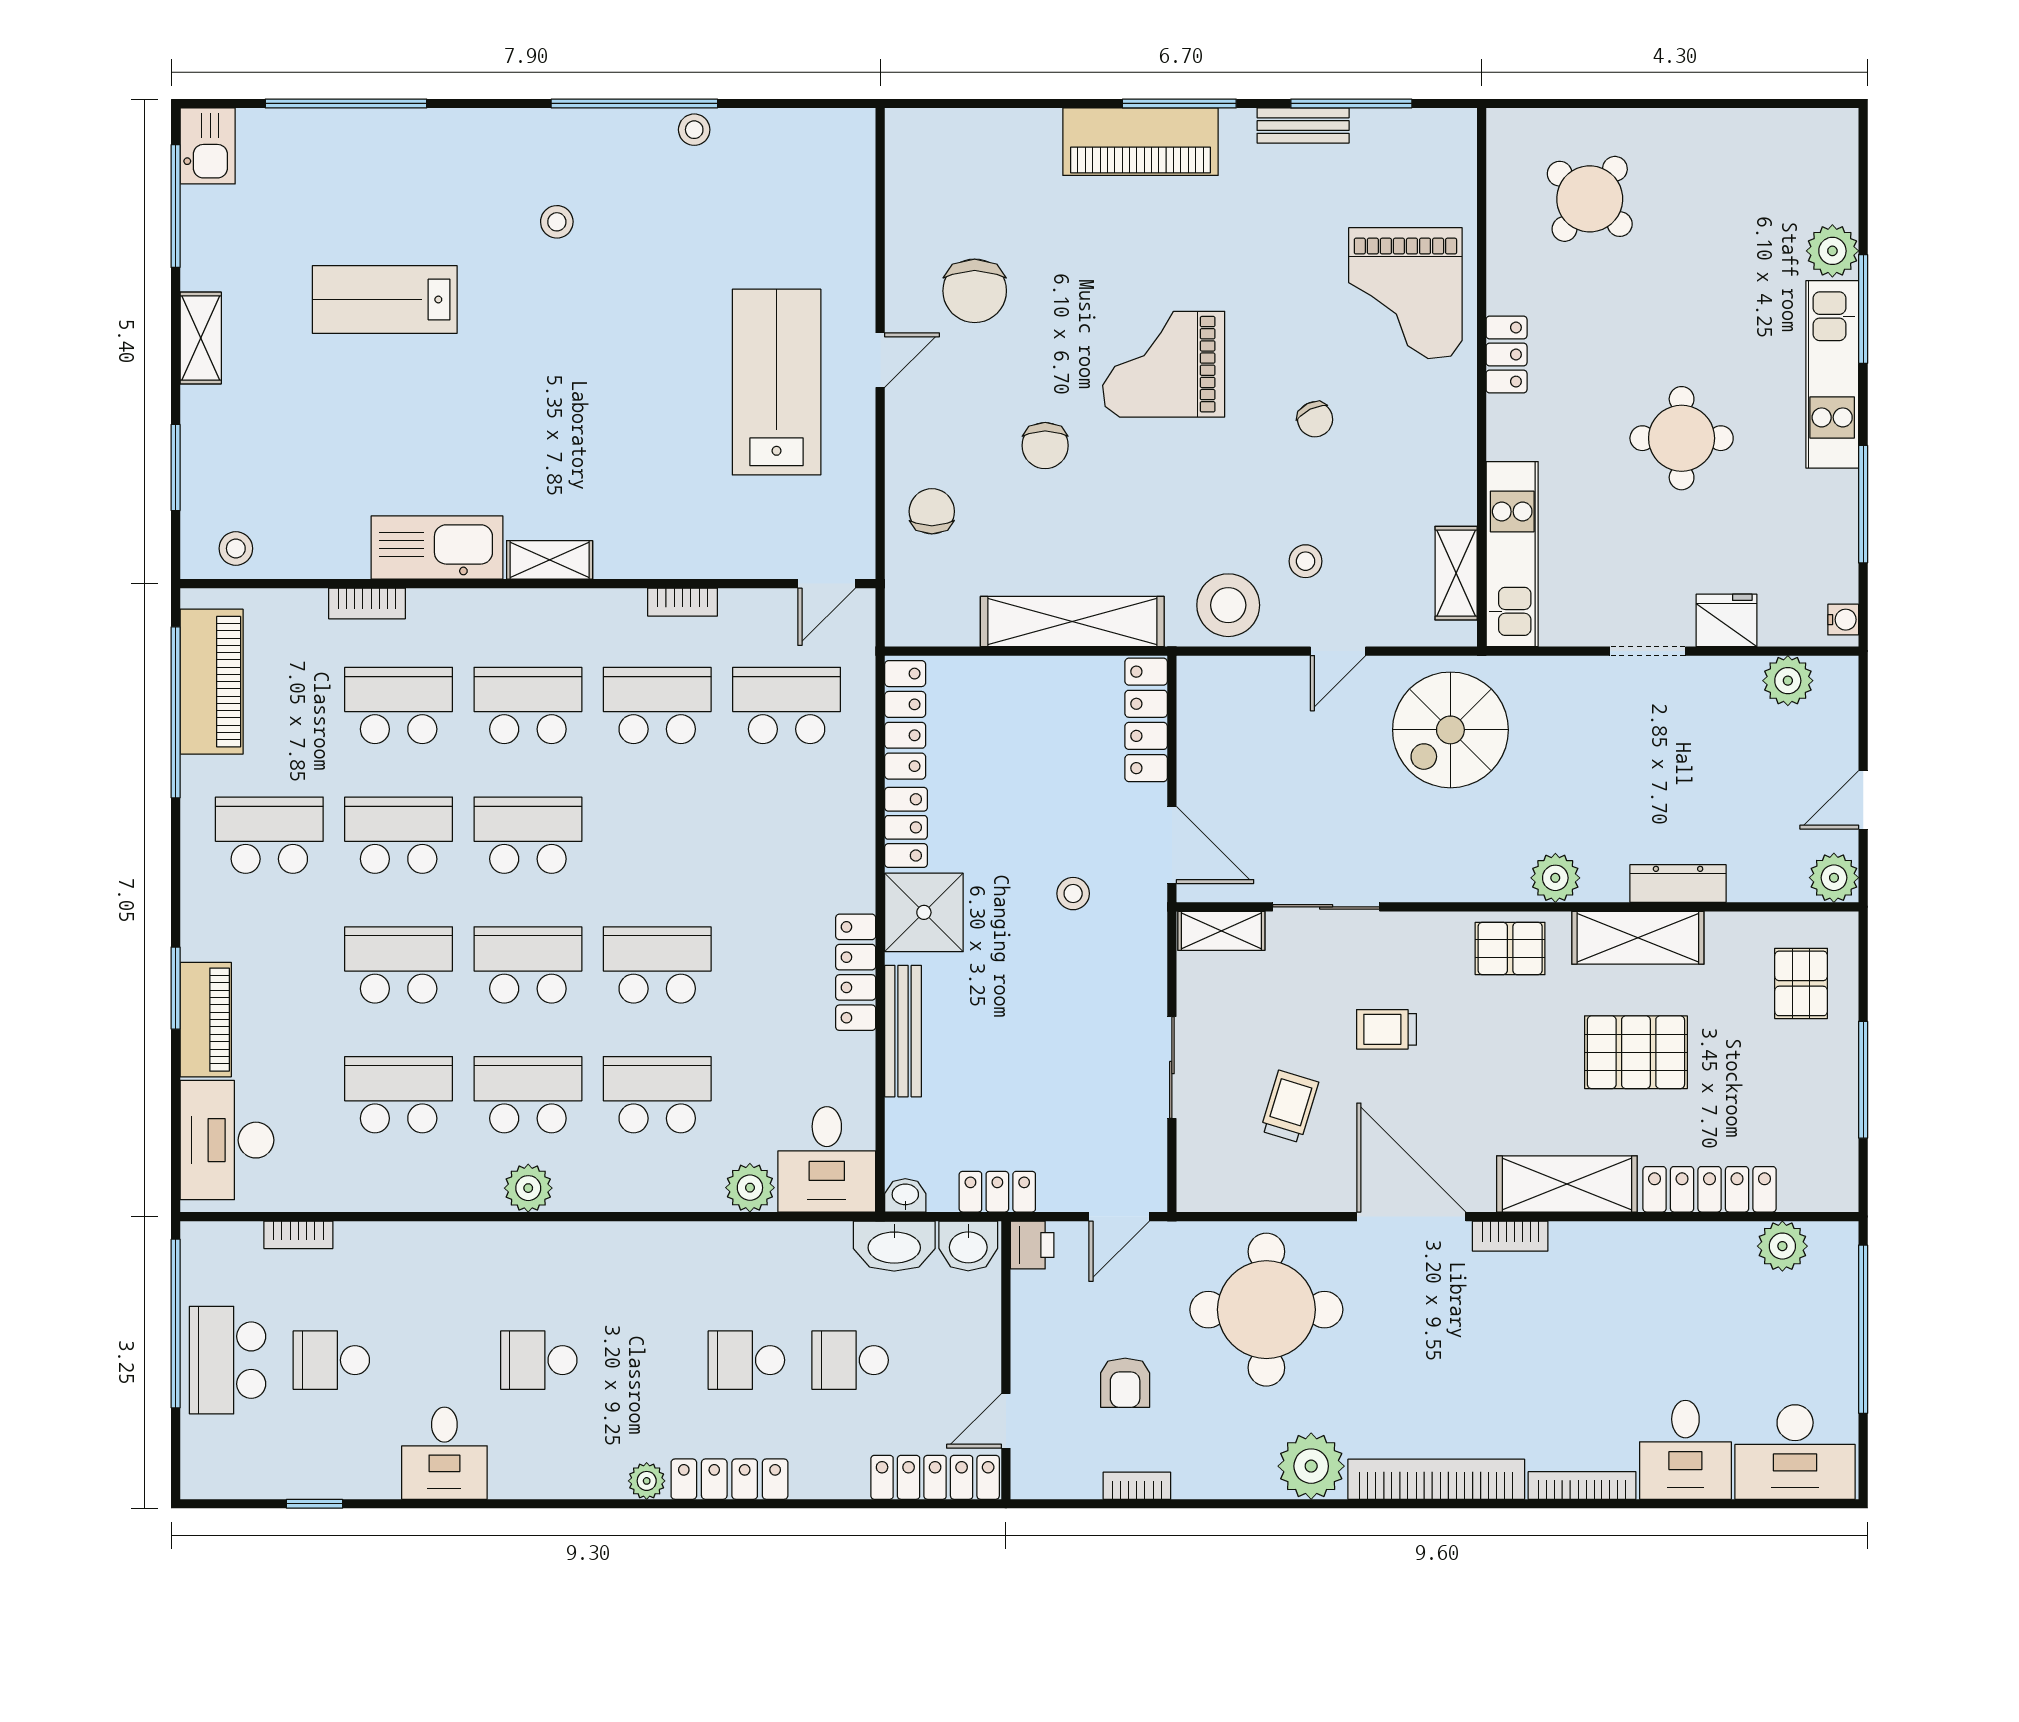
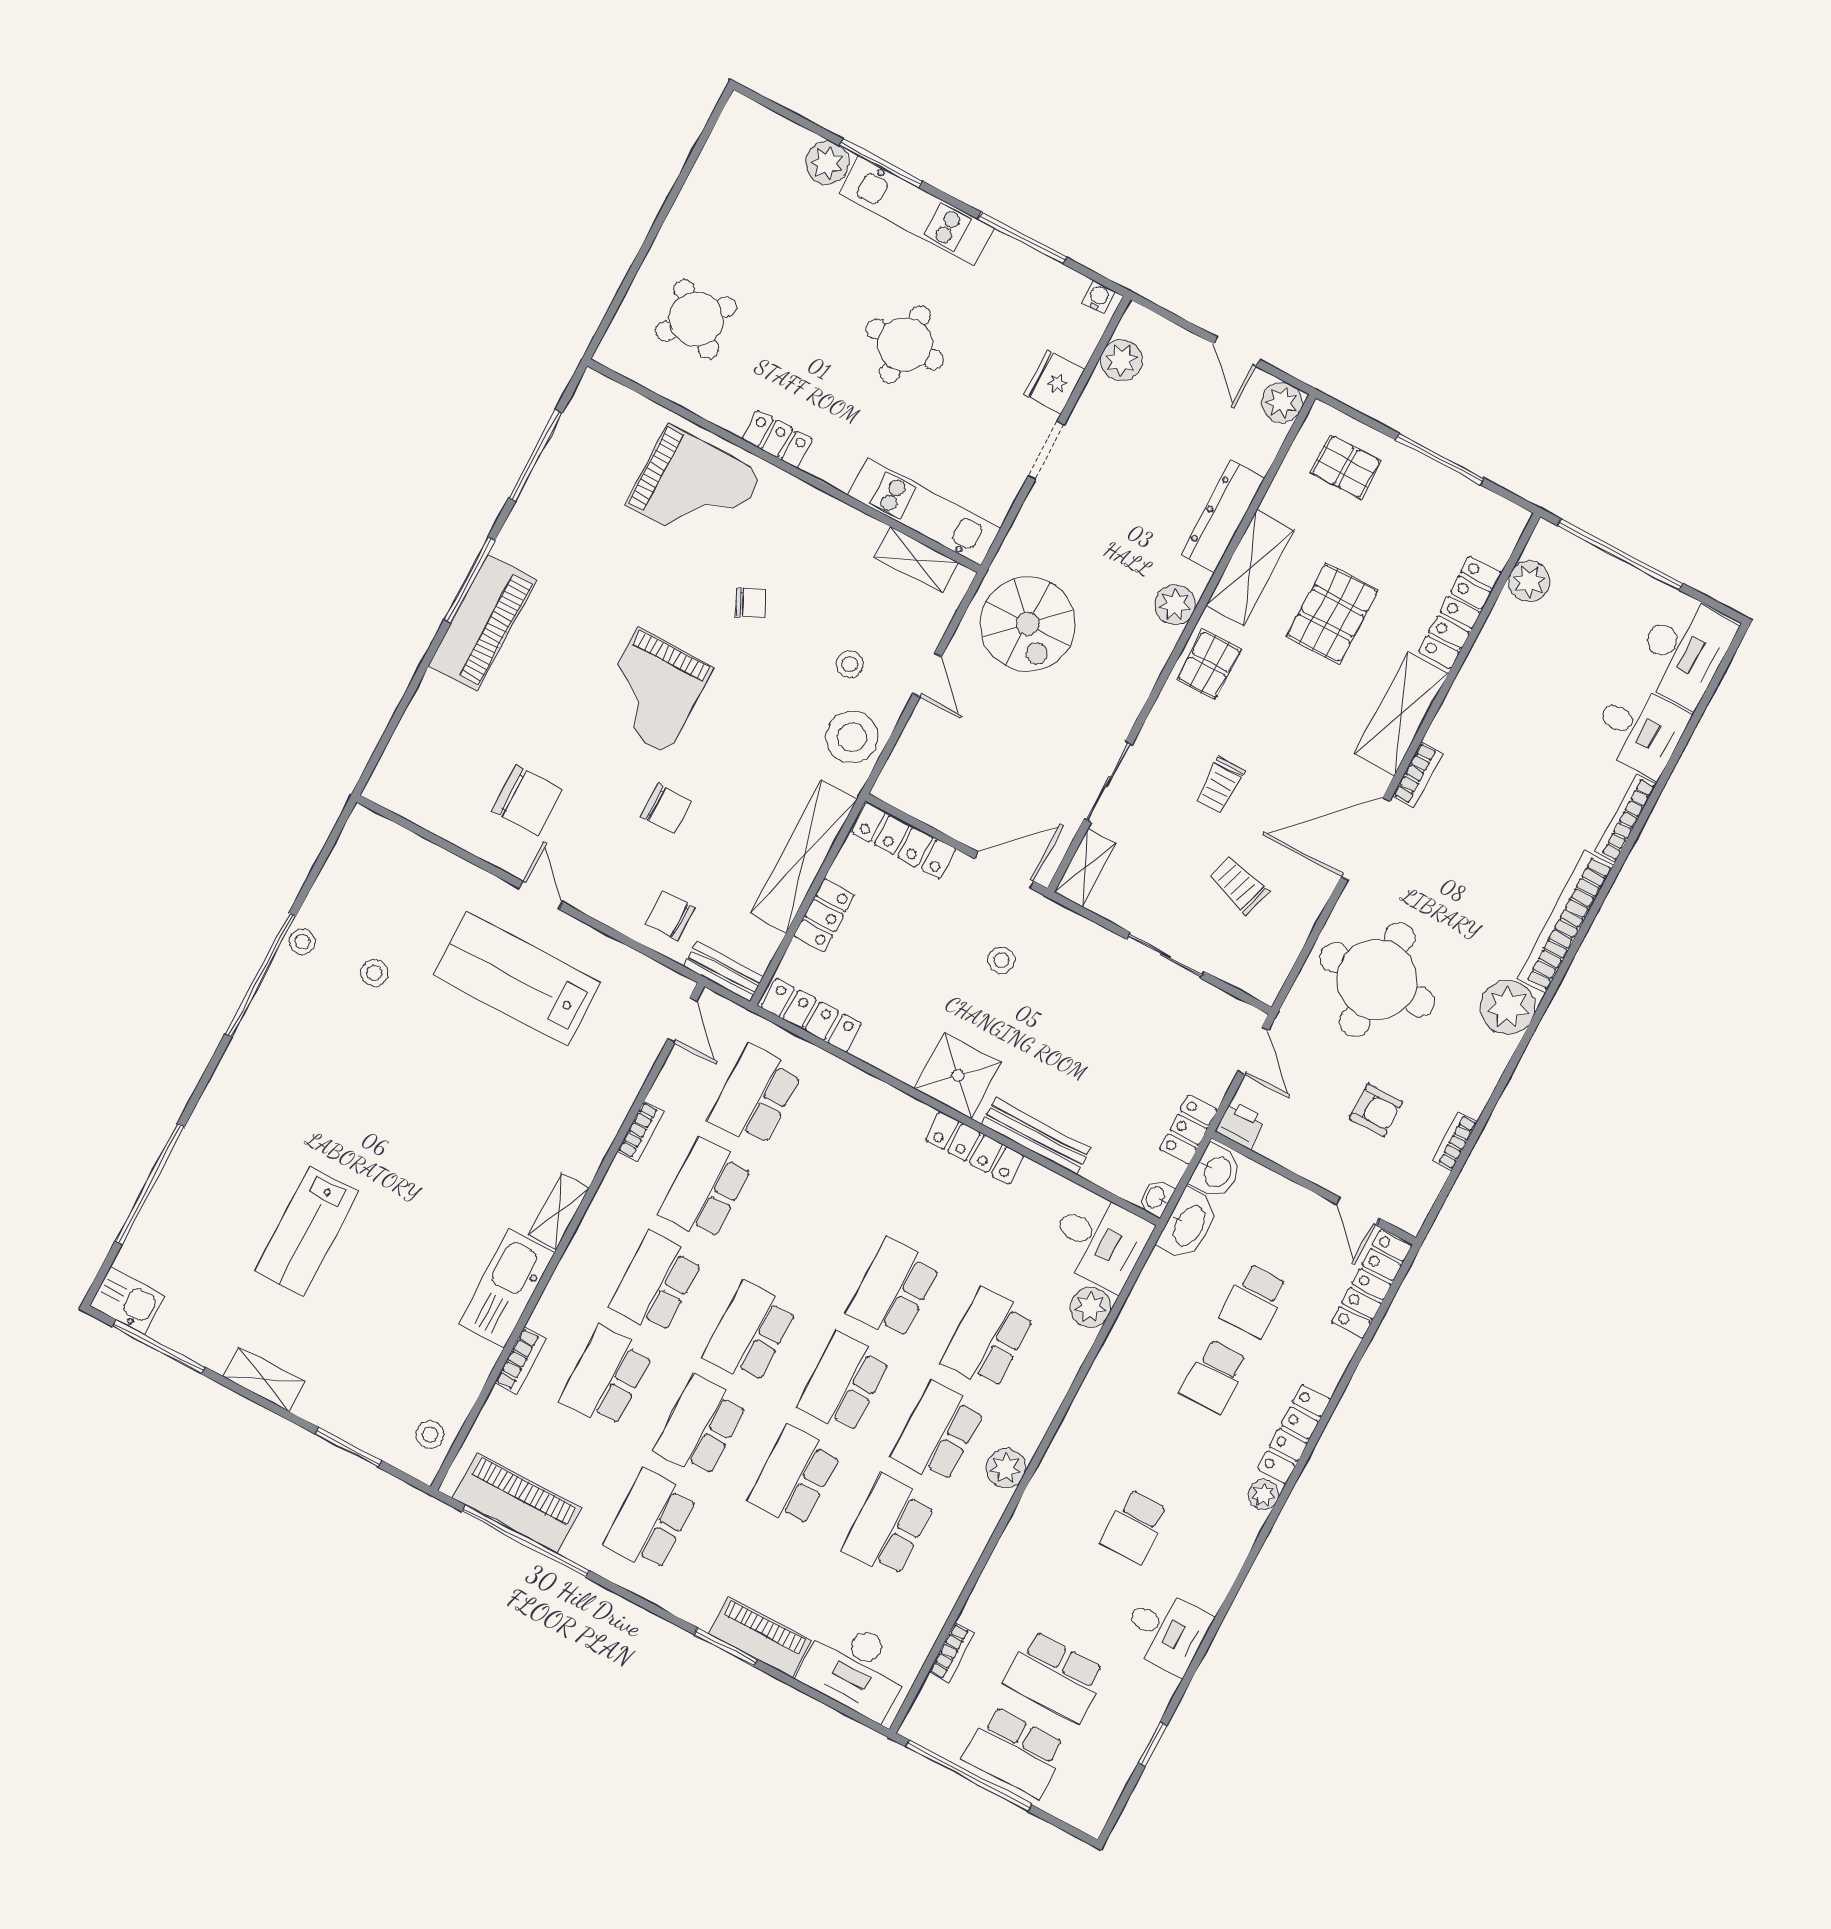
bench: (1303, 126) -> (723, 972), moved, turned 90
stool: (557, 222) -> (374, 973), moved
locker: (906, 827) -> (824, 915), moved, turned 90
dresser: (1678, 884) -> (1223, 516), width x1.37, depth x1.24
school desk: (331, 1360) -> (1055, 1677), width x1.85

